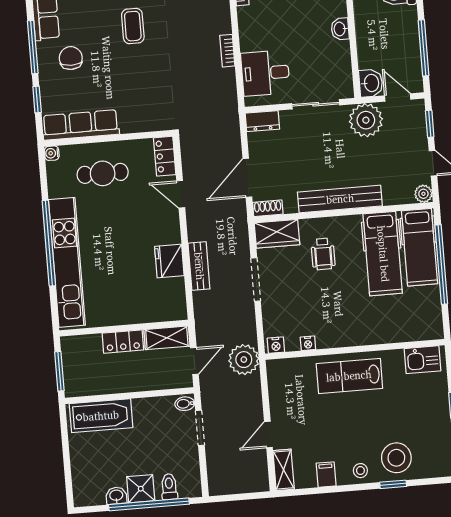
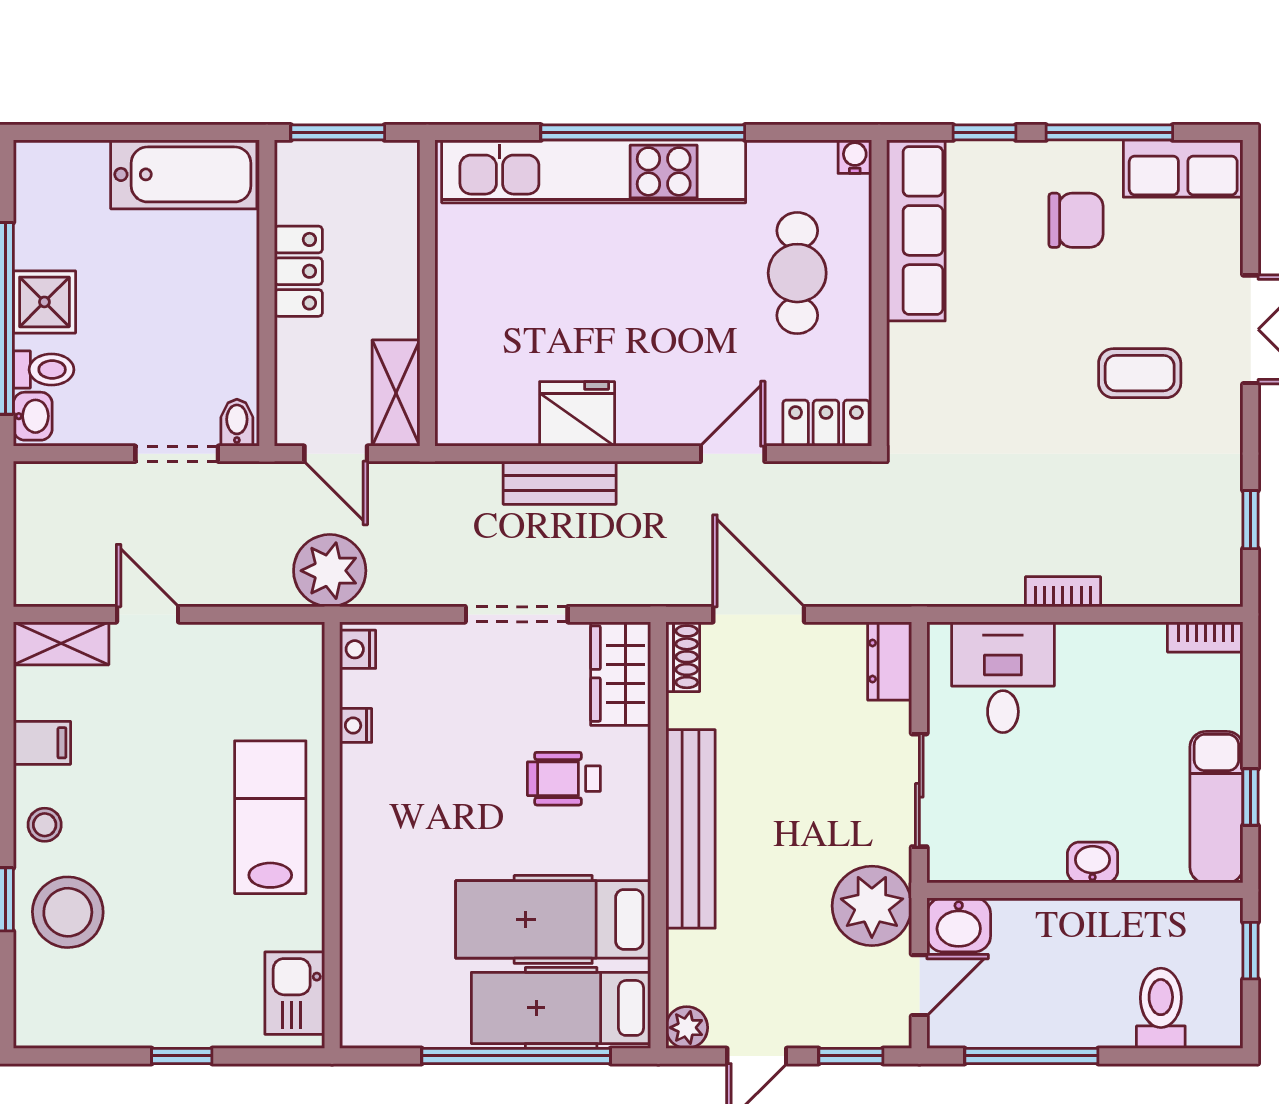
locker: (123, 342) -> (298, 271), moved, turned 180
bathtub: (101, 416) -> (184, 174), moved, turned -90
washbasin: (116, 496) -> (33, 416), moved

